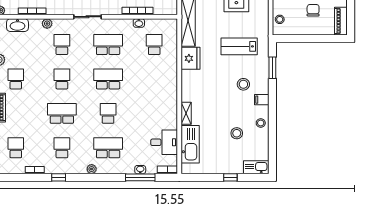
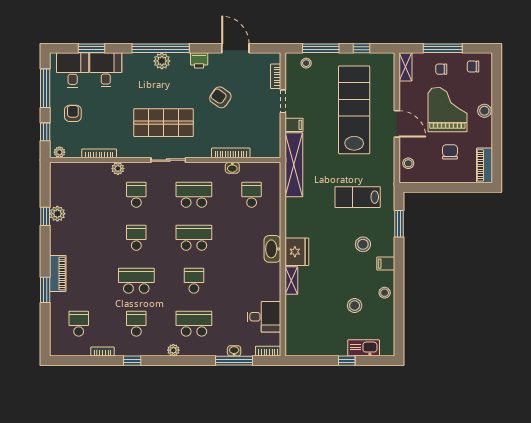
washbasin: (17, 25) -> (272, 249), moved, turned 90
fridge: (190, 58) -> (297, 252), moved
school desk: (16, 79) -> (79, 238), removed
kitchen sink: (190, 144) -> (296, 319), removed
kitchen sink: (256, 167) -> (364, 348), moved

